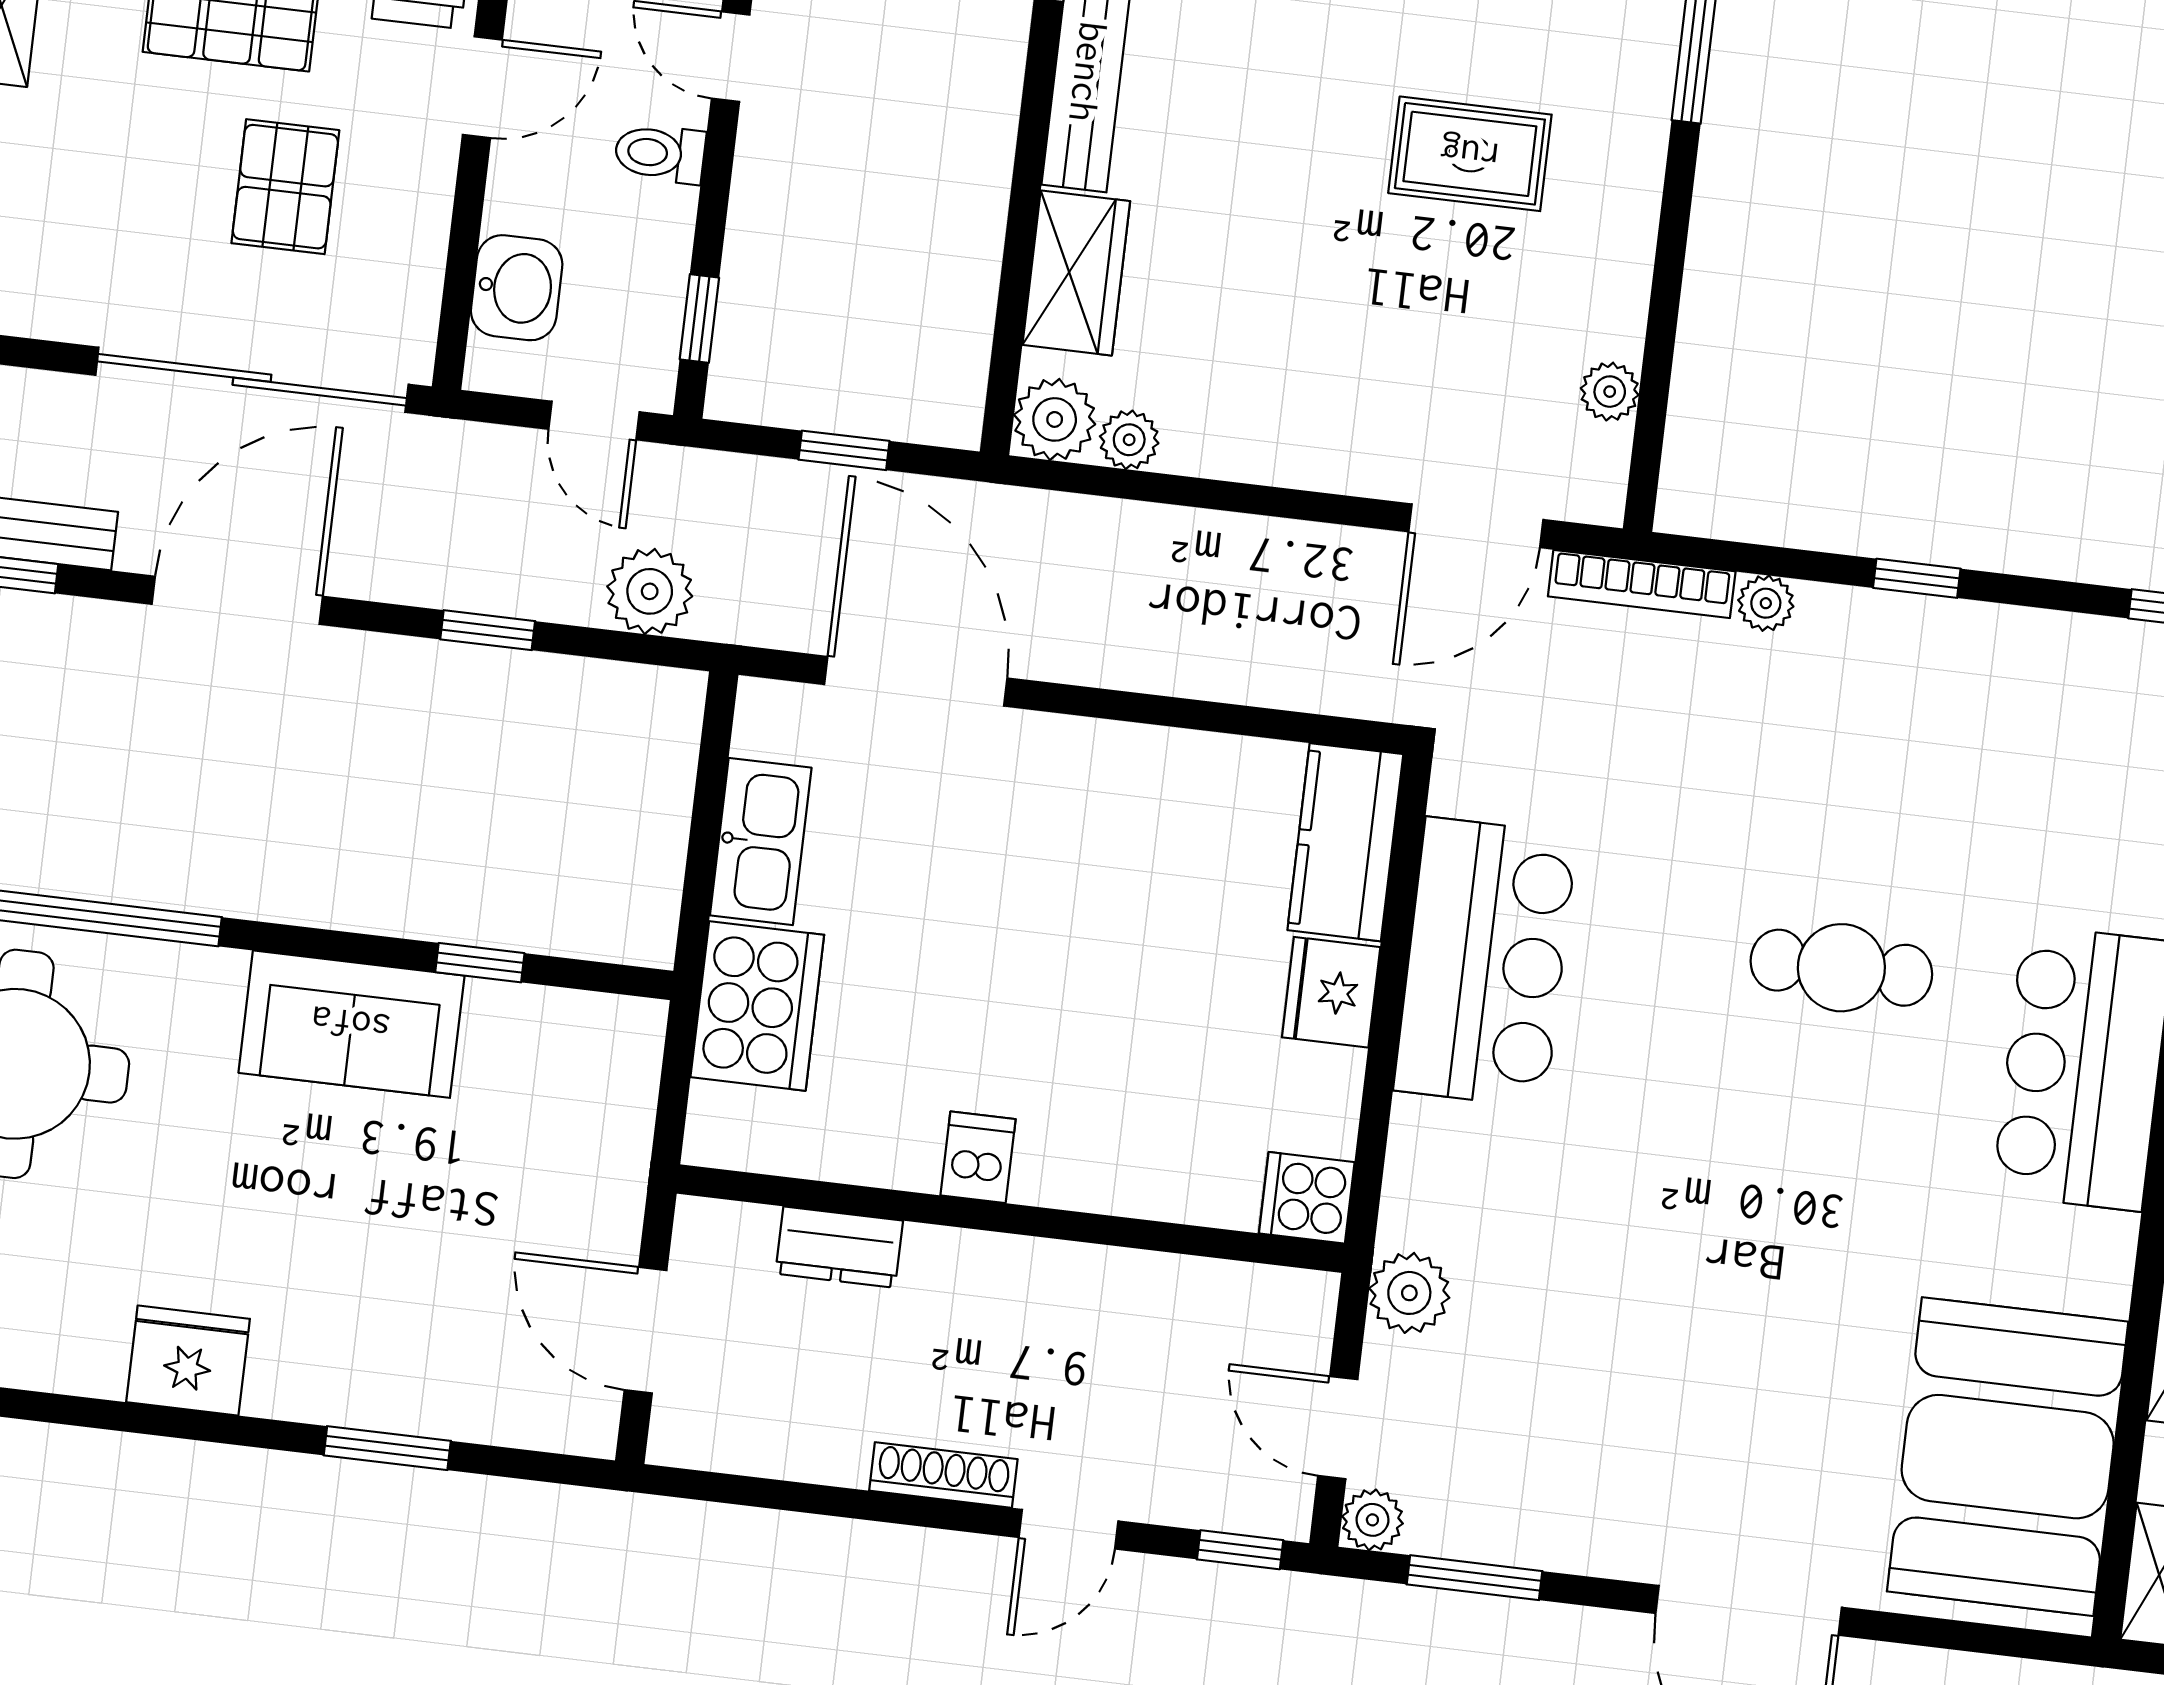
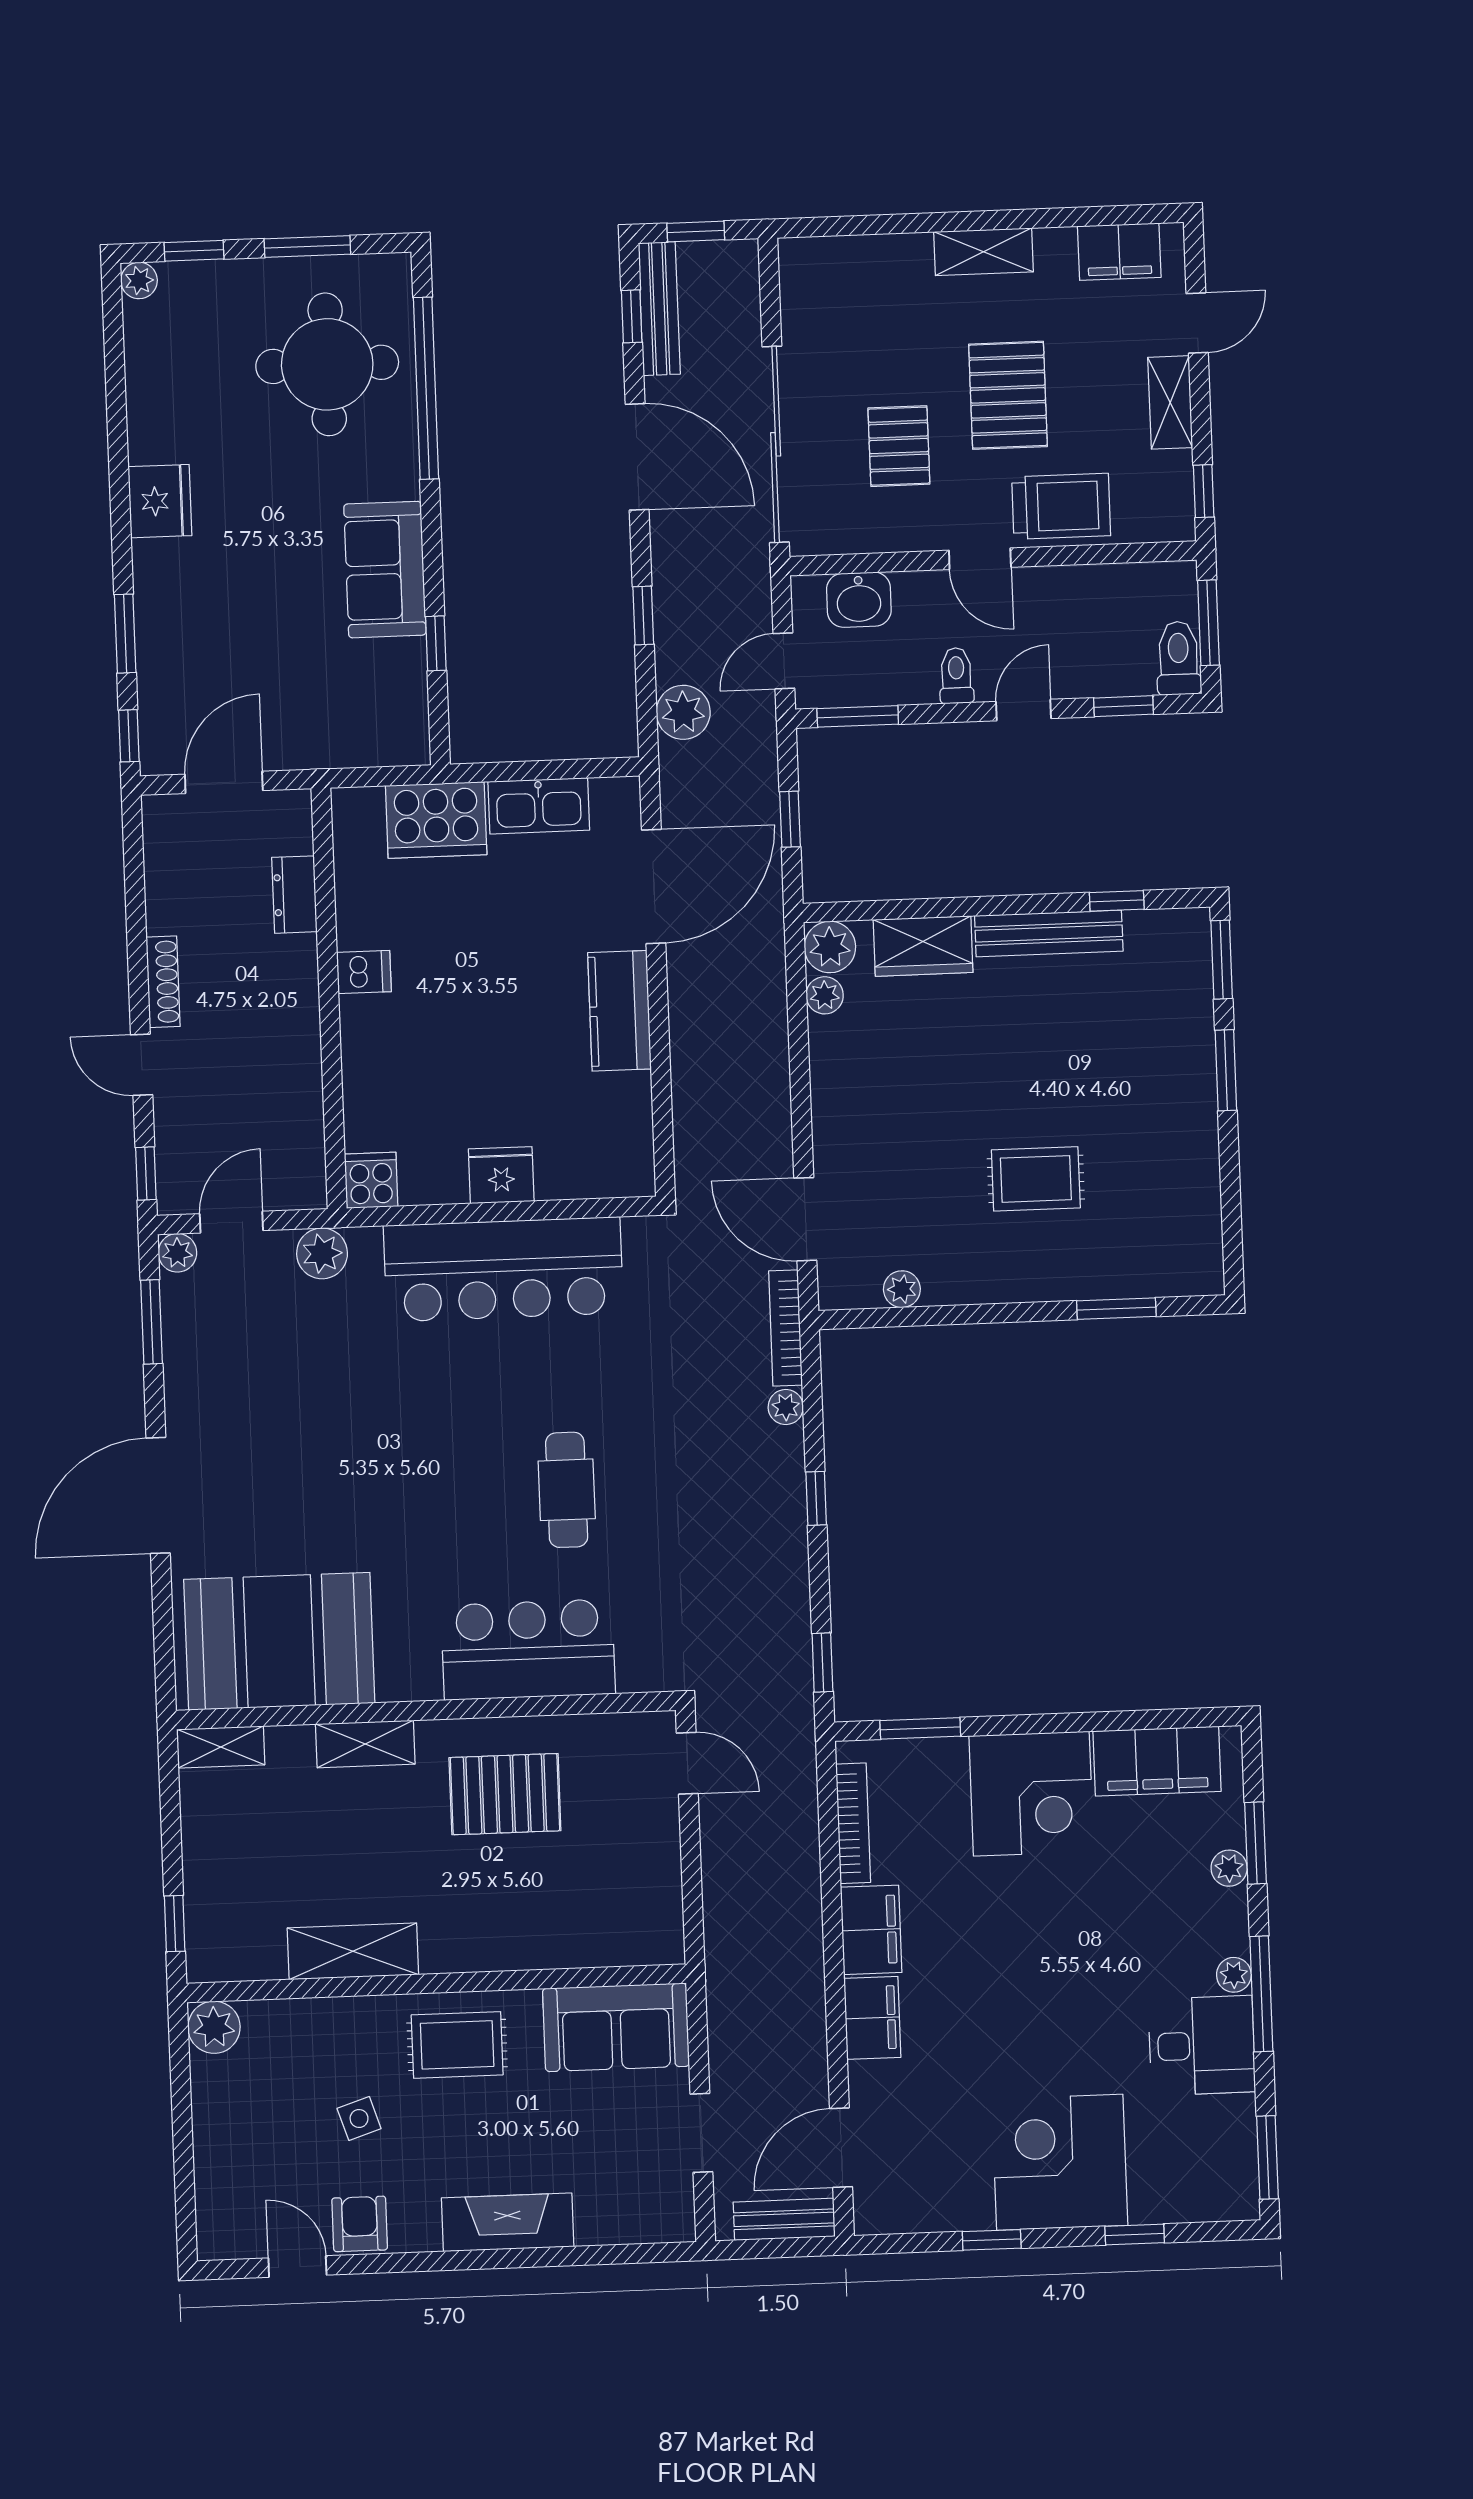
rug: (1470, 154) -> (1036, 1179), turned 90
pallet: (285, 187) -> (899, 446), turned 90
window: (699, 318) -> (858, 716), width x1.50
kitchen counter: (1345, 842) -> (619, 1011), moved, turned -90
bar counter: (1485, 962) -> (503, 1269), width x1.36
window: (549, 1467) -> (129, 736), added

